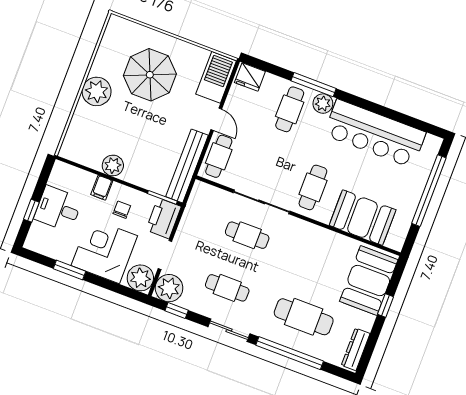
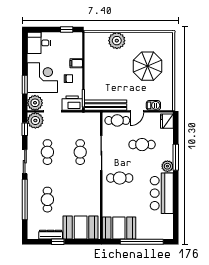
barbecue: (216, 77) -> (153, 105), width x0.53, depth x0.65
plant: (97, 91) -> (117, 41), moved
cafe table: (290, 109) -> (142, 145), moved
bar counter: (375, 134) -> (162, 193), width x0.73
plant: (113, 165) -> (91, 65), removed
desk: (58, 209) -> (39, 43), moved, turned -90
window: (31, 211) -> (67, 30), moved
booth: (363, 218) -> (119, 228), moved, turned 90
window: (69, 270) -> (25, 85), moved
window: (386, 306) -> (58, 242), moved
cafe table: (304, 317) -> (47, 200), width x0.73, depth x0.74
dresser: (356, 349) -> (51, 235), moved

